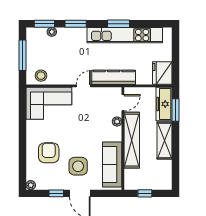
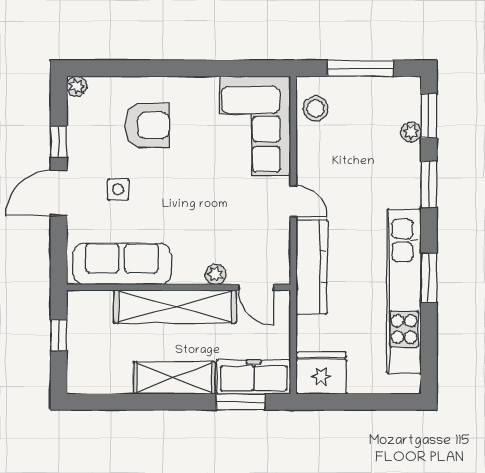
side table: (78, 166) -> (118, 189), width x0.54, depth x0.54

